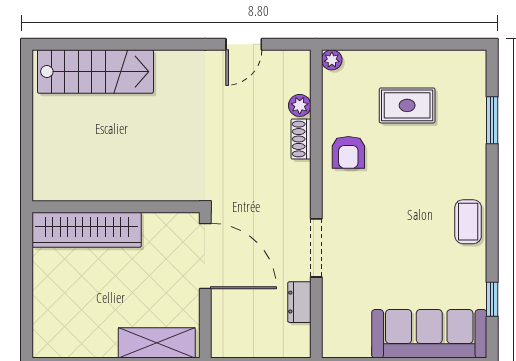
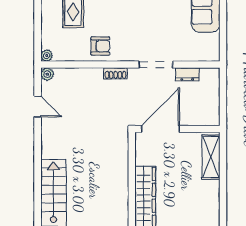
plant: (300, 105) -> (47, 74), moved
shoe rack: (301, 139) -> (116, 73), moved

